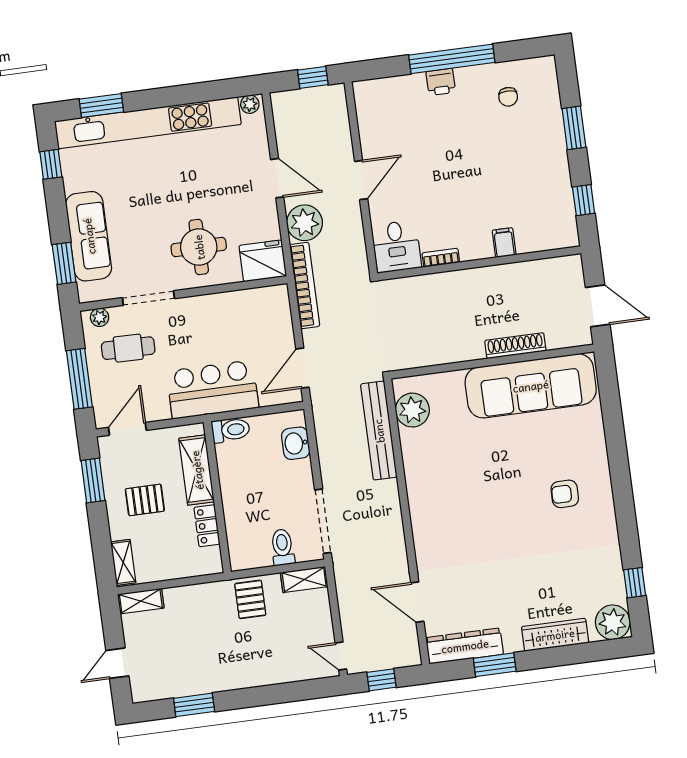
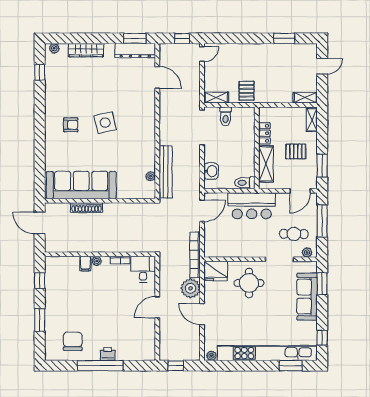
chair: (508, 97) -> (73, 341), width x1.87, depth x1.87
plant: (484, 250) -> (97, 261), added
plant: (412, 410) -> (151, 176), width x0.53, depth x0.53
side table: (502, 506) -> (105, 123), added
plant: (613, 622) -> (54, 48), width x0.53, depth x0.53
door: (341, 656) -> (202, 54), hinge flipped
window: (495, 665) -> (135, 38), moved

